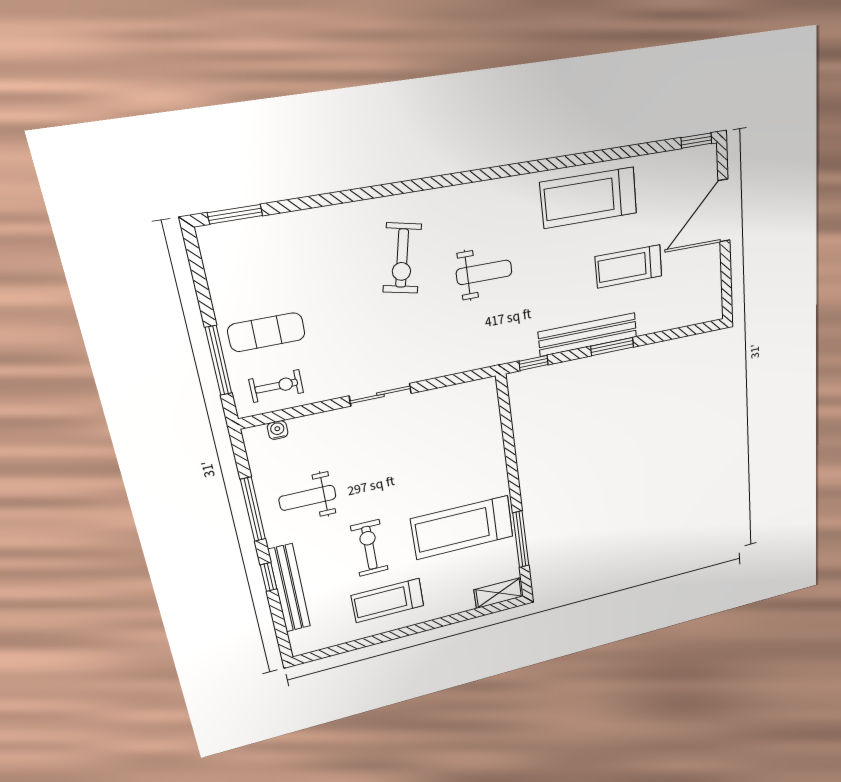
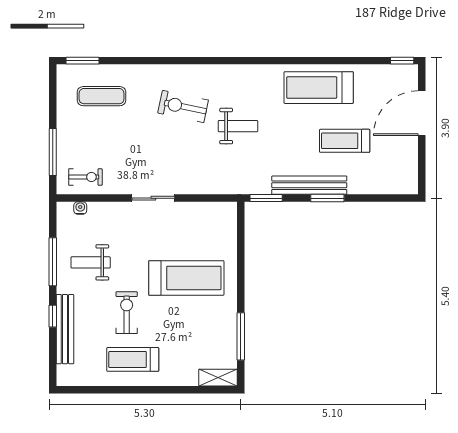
exercise bike: (402, 258) -> (183, 107), turned 90
exercise mat: (266, 332) -> (102, 96), moved
window: (534, 363) -> (266, 198), width x1.50
treadmill: (462, 528) -> (186, 278), moved, turned 180

